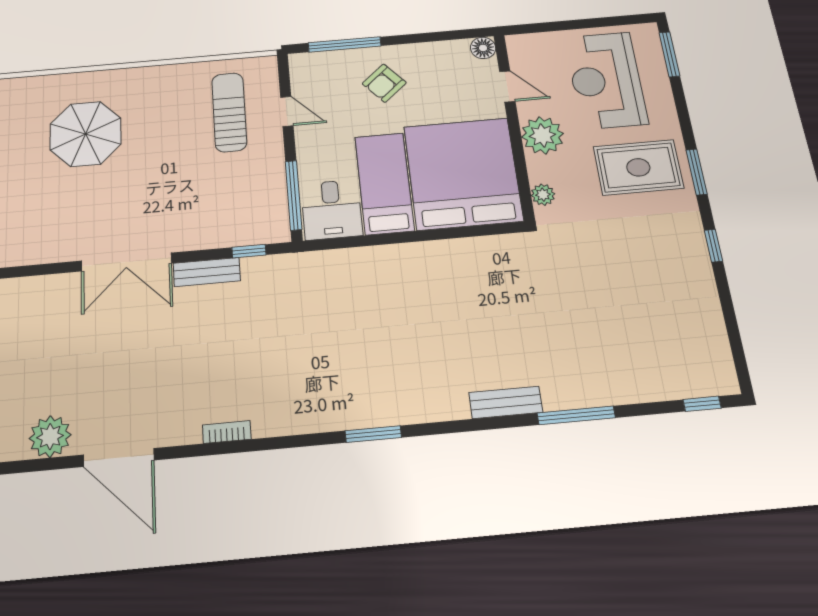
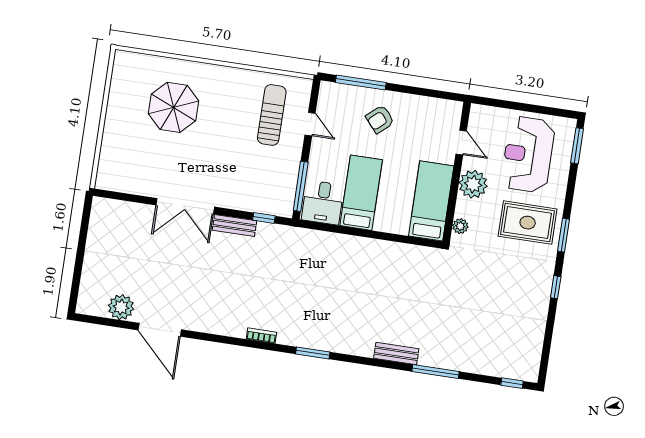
floor lamp: (483, 48) -> (454, 109), removed
bed: (463, 173) -> (431, 201), width x0.49
bookcase: (227, 432) -> (261, 336), moved

